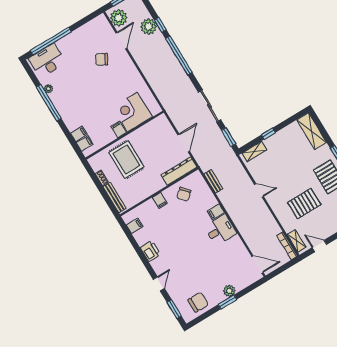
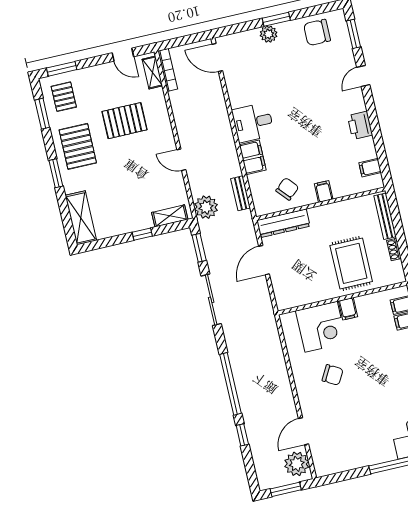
plant: (149, 27) -> (206, 207), moved
chair: (102, 59) -> (333, 375), moved
filing cabinet: (216, 212) -> (253, 157), width x2.00

